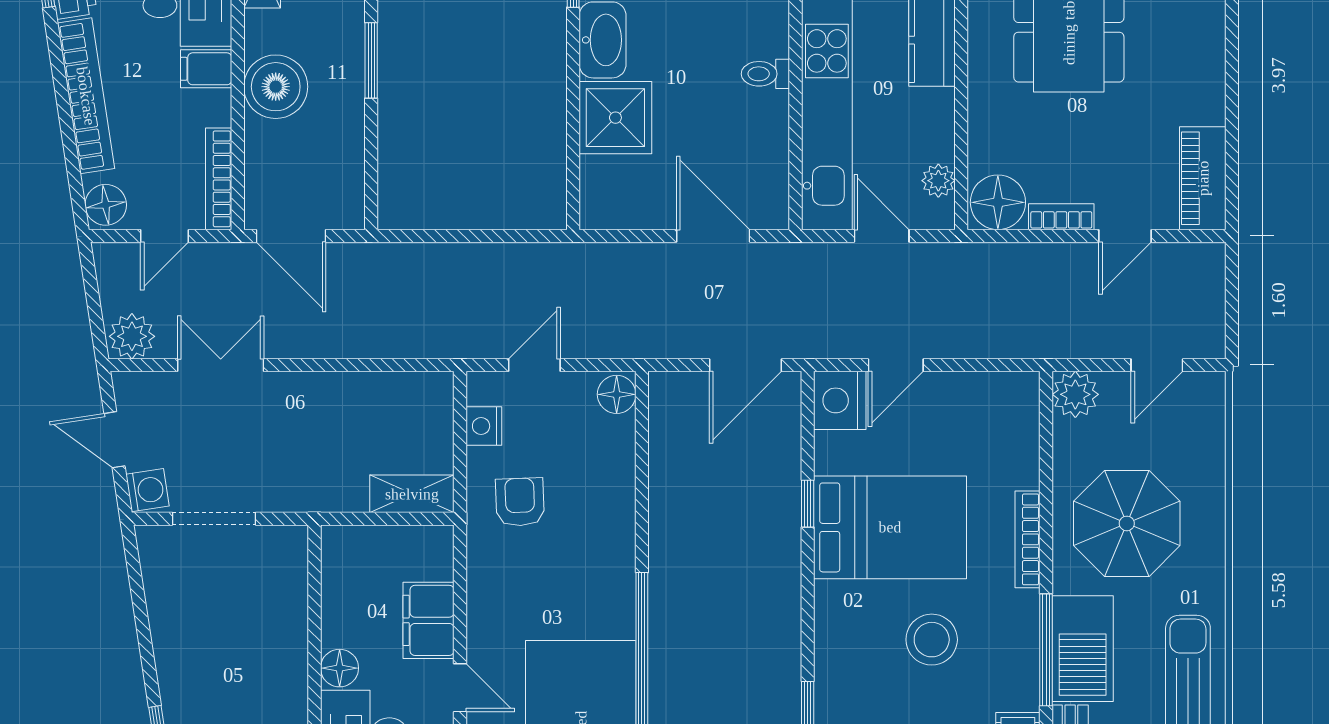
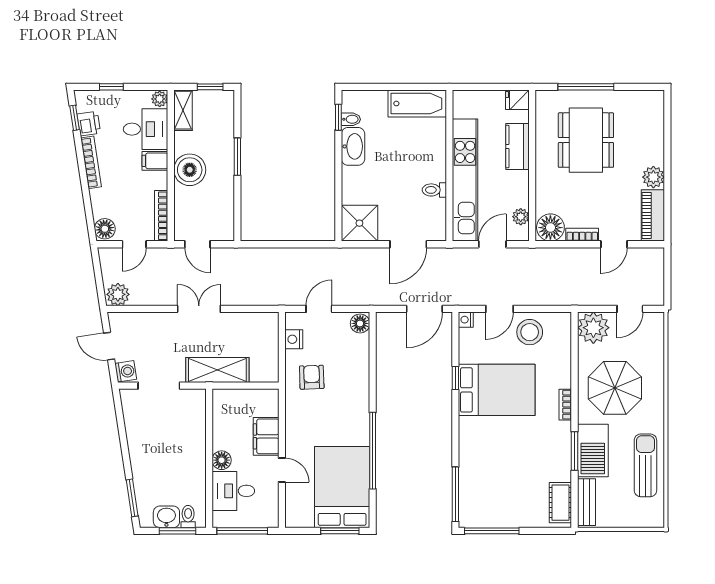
toilet: (765, 74) -> (434, 190), moved
bookcase: (86, 96) -> (91, 162), width x0.68, depth x0.76
plant: (1204, 101) -> (653, 177), added
shower: (615, 118) -> (359, 223), moved
door: (291, 236) -> (197, 244), width x0.73
door: (713, 236) -> (408, 244), swing flipped
door: (882, 236) -> (492, 244), hinge flipped
double door: (221, 365) -> (199, 309), moved
plant: (1075, 394) -> (593, 328), width x1.36, depth x1.36
nightstand: (840, 400) -> (466, 320), width x0.53, depth x0.56
shelving: (412, 494) -> (217, 370), moved, width x1.50, depth x1.33
bookcase: (1028, 539) -> (565, 405), width x0.64
stool: (932, 640) -> (530, 332), moved
window: (1046, 650) -> (575, 451), width x0.69

